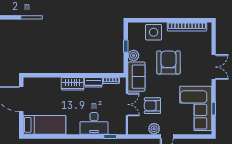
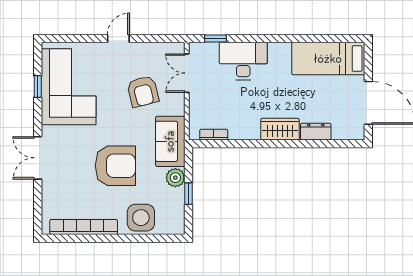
armchair: (168, 62) -> (115, 166), turned -90
dresser: (93, 82) -> (316, 132), moved
double door: (127, 104) -> (187, 73), moved
armchair: (152, 106) -> (143, 91), turned 76
plant: (154, 129) -> (140, 52), removed

